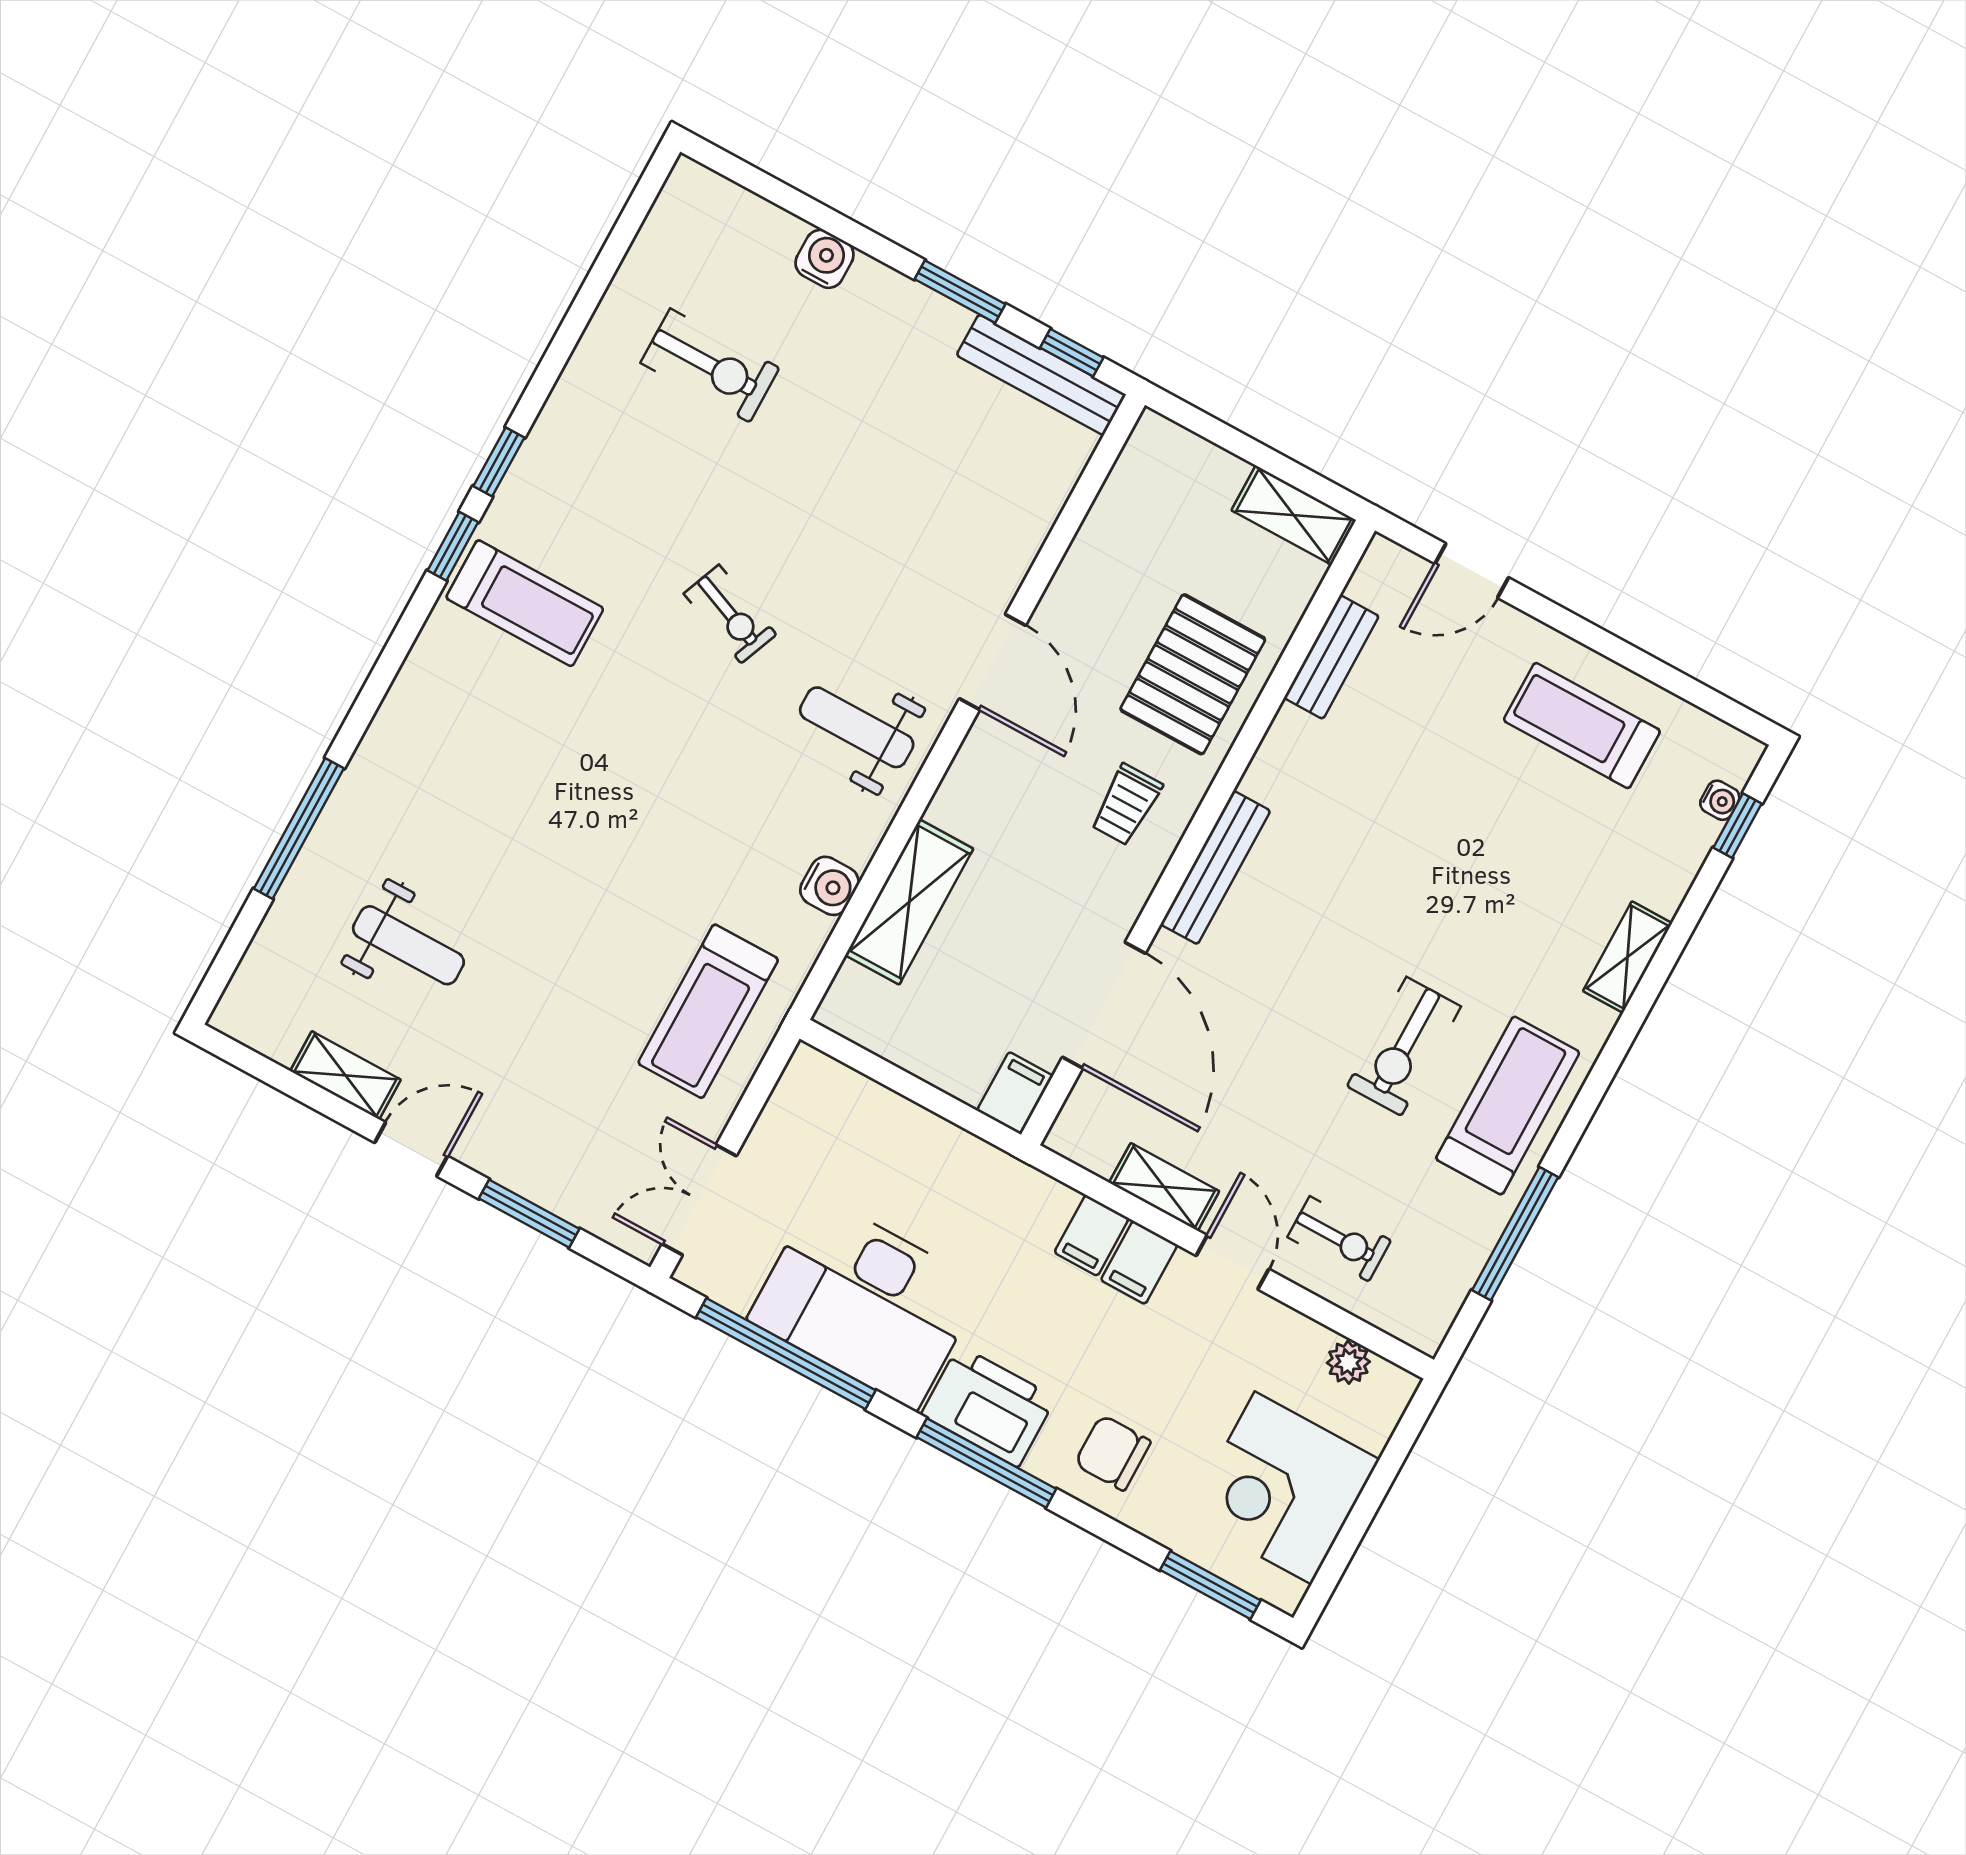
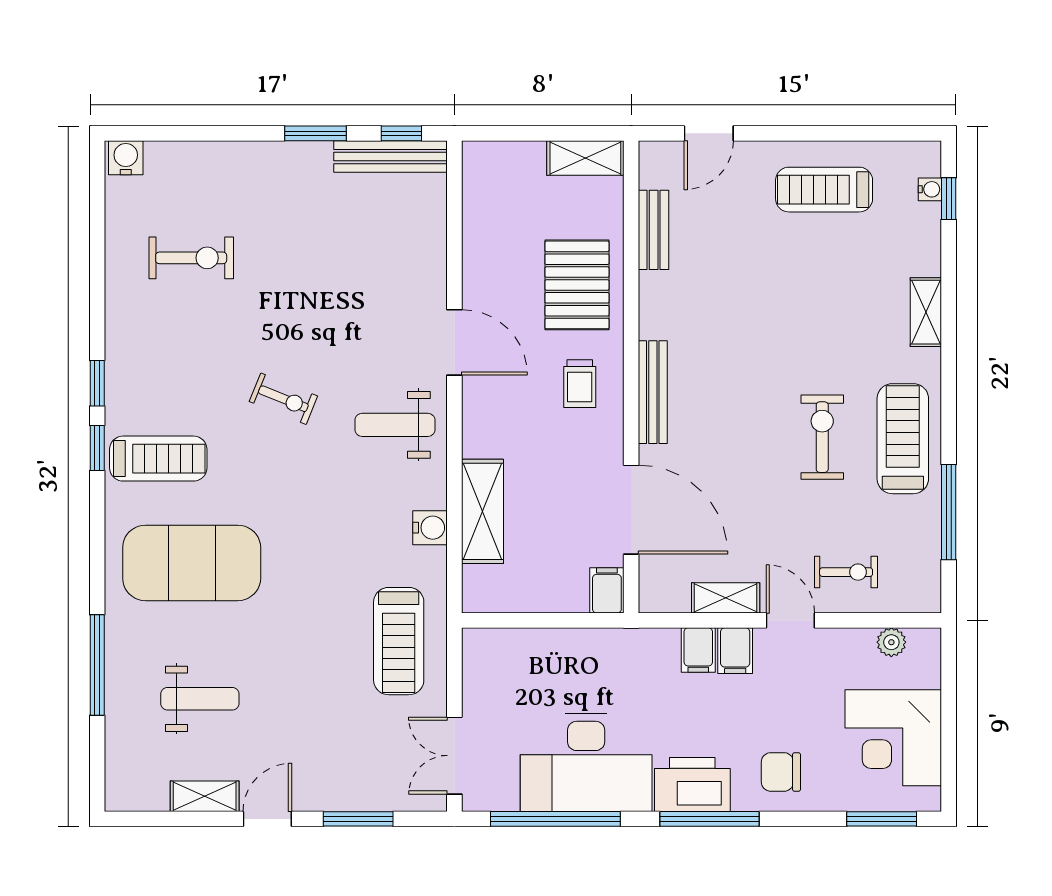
water cooler: (825, 259) -> (126, 158), moved
exercise mat: (494, 763) -> (192, 563), added
exercise bike: (1404, 1046) -> (822, 437), turned 180

